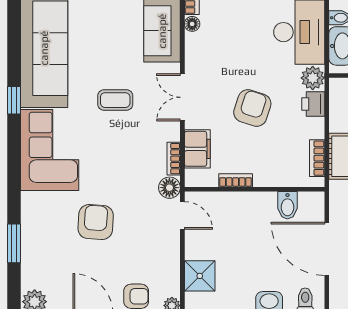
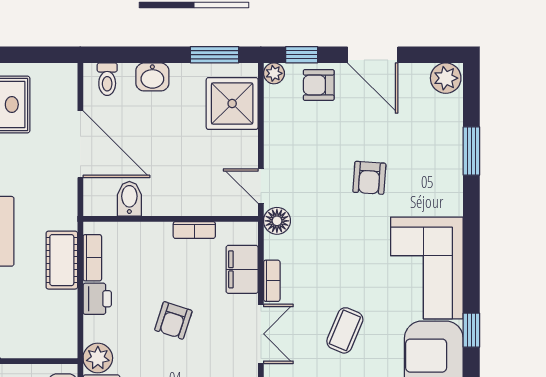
coffee table: (115, 100) -> (345, 330), turned -67
printer: (313, 104) -> (97, 299), moved
armchair: (252, 108) -> (173, 320), width x0.72, depth x0.72
bookcase: (174, 159) -> (272, 281), moved
armchair: (96, 222) -> (369, 178), width x0.72, depth x0.72
shower: (200, 276) -> (232, 104), width x1.36, depth x1.36

